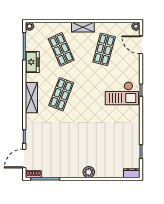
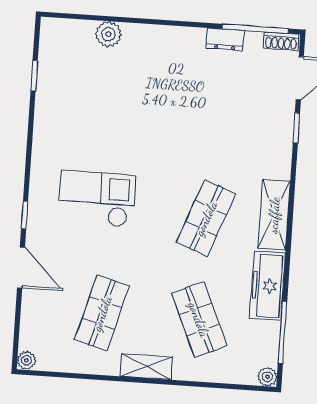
door: (141, 45) -> (21, 267), moved
freezer: (32, 62) -> (267, 286), width x1.40
checkout: (122, 93) -> (97, 199), moved
plant: (89, 172) -> (108, 34), moved
dresser: (132, 173) -> (225, 39), moved

